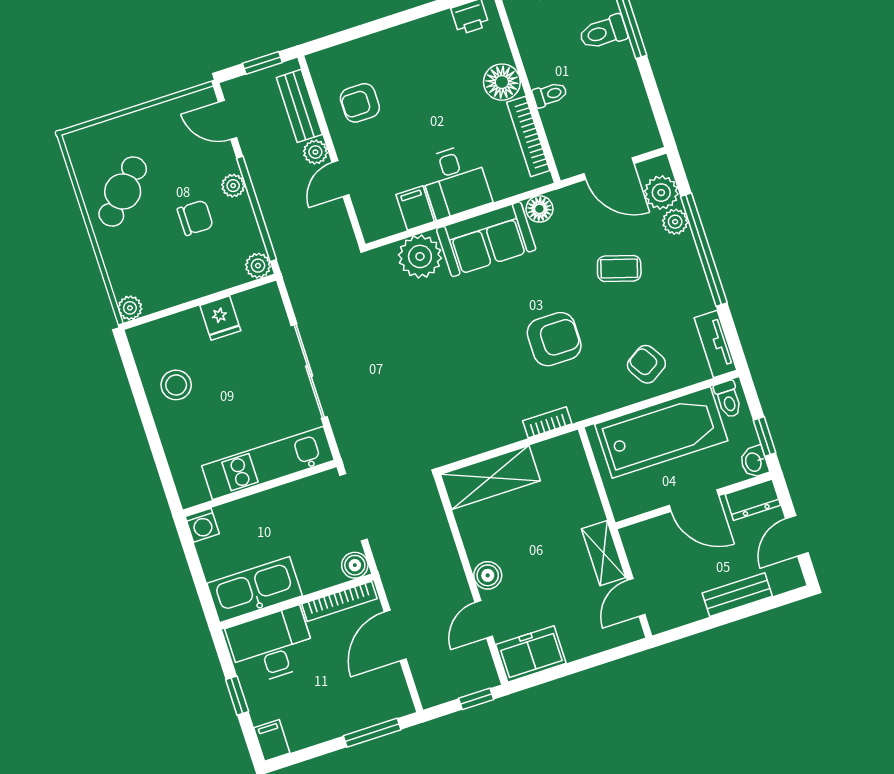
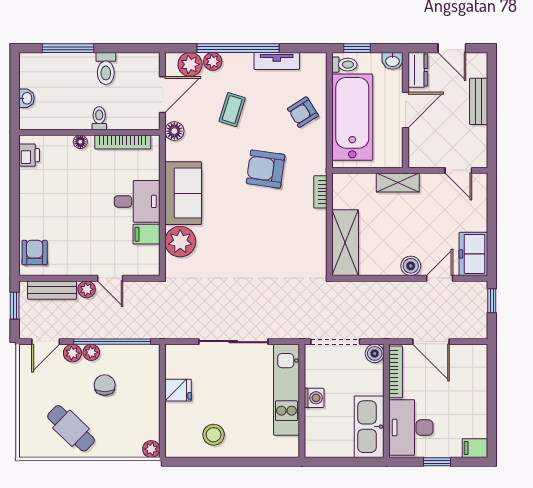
toilet: (603, 32) -> (106, 68), moved
floor lamp: (502, 82) -> (80, 142), width x0.53, depth x0.53
armchair: (360, 103) -> (35, 253), moved, turned 180
floor lamp: (539, 209) -> (174, 131), moved
plant: (258, 266) -> (72, 353), moved
armchair: (554, 339) -> (266, 169), turned -82
tv unit: (715, 344) -> (277, 61), moved
window: (765, 436) -> (357, 48), moved
washing machine: (202, 525) -> (314, 398), moved
shelving: (604, 553) -> (398, 183), moved
door: (484, 619) -> (440, 278), swing flipped
window: (372, 733) -> (492, 379), removed

